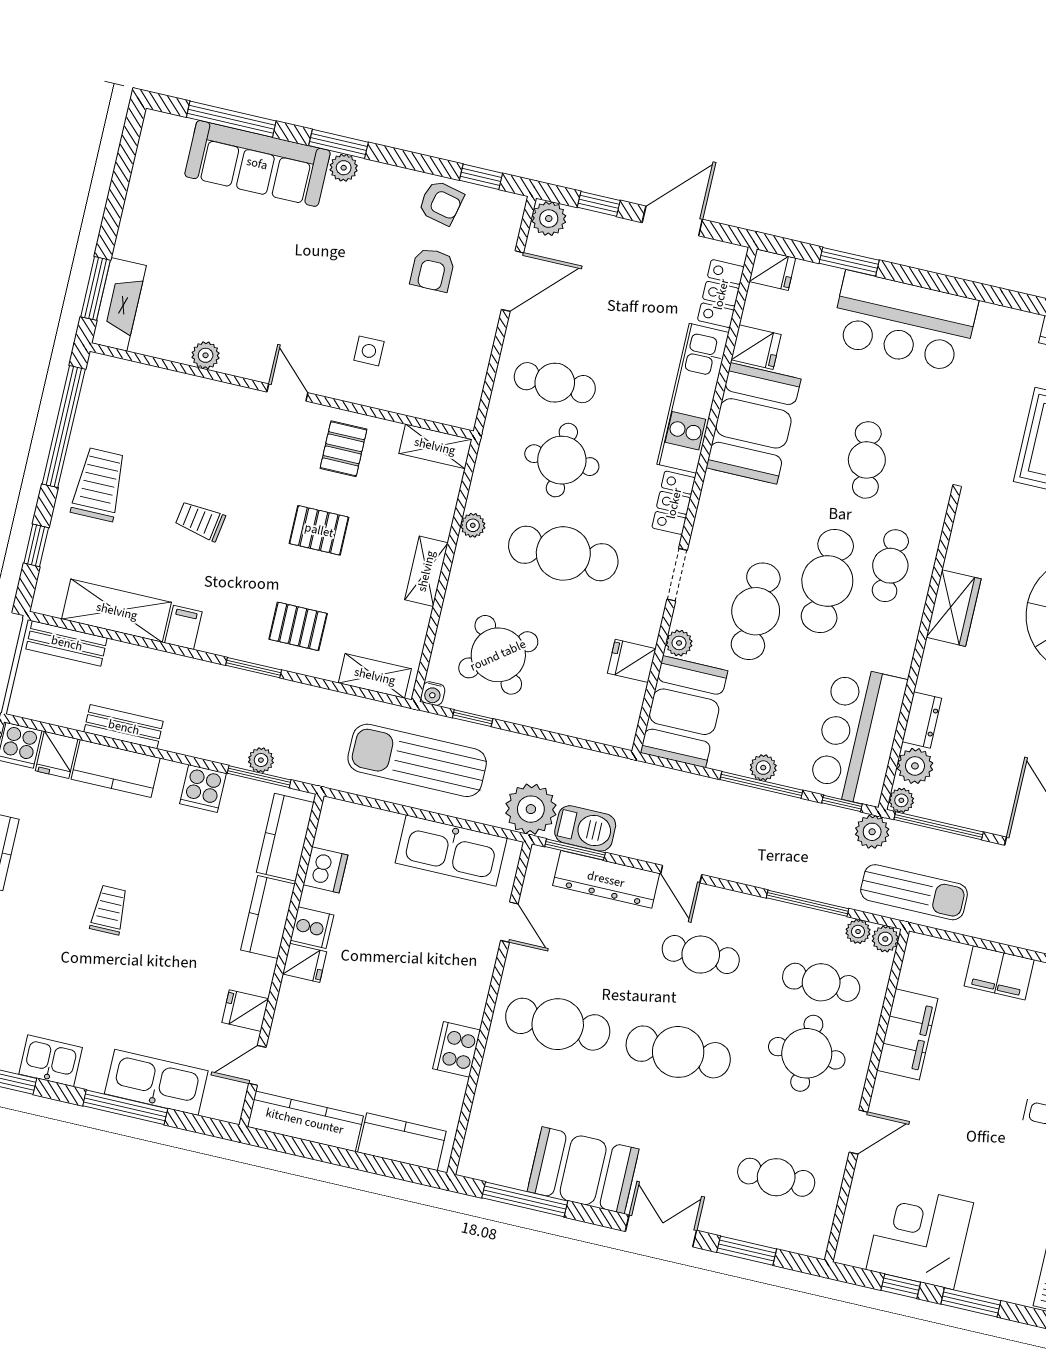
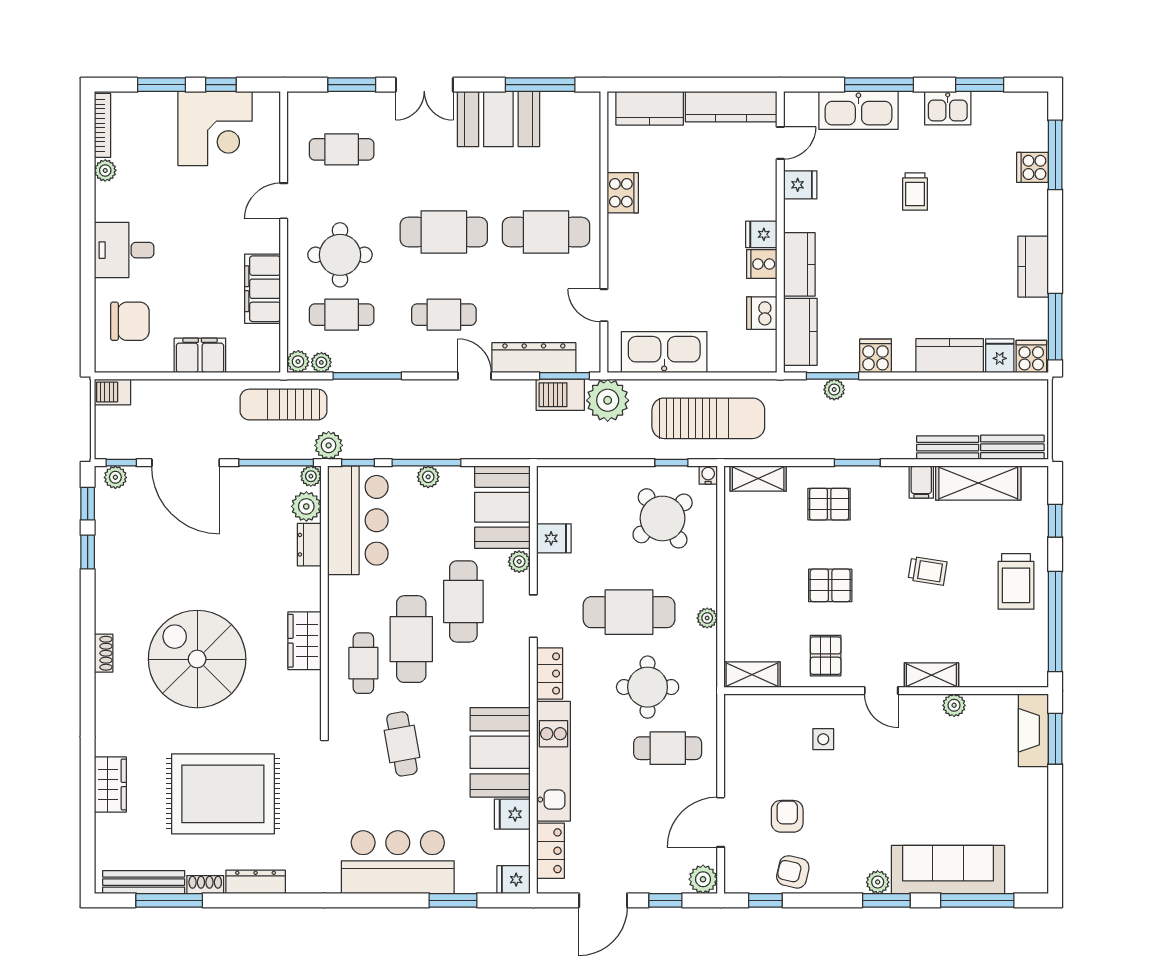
shelving: (426, 571) -> (931, 675), moved, turned 90
bench: (124, 727) -> (948, 448), moved
trolley: (109, 910) -> (915, 191), moved

